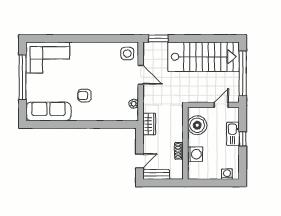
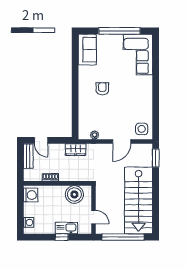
sofa: (48, 111) -> (87, 50), width x0.73
washing machine: (195, 154) -> (31, 195), moved, turned -90

